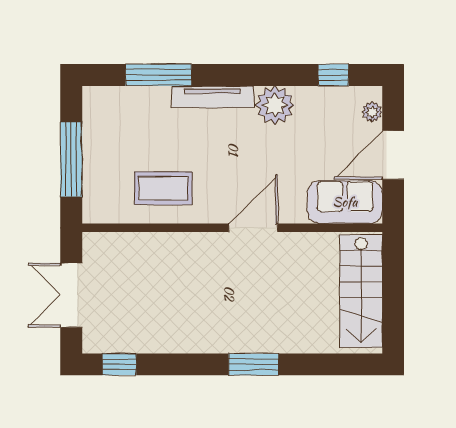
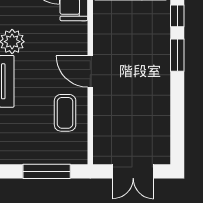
door: (253, 228) -> (90, 72), moved
window: (119, 364) -> (177, 16), moved

